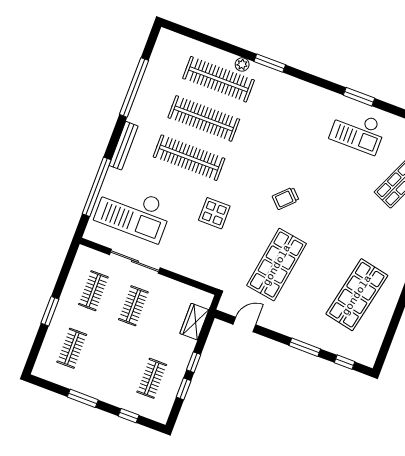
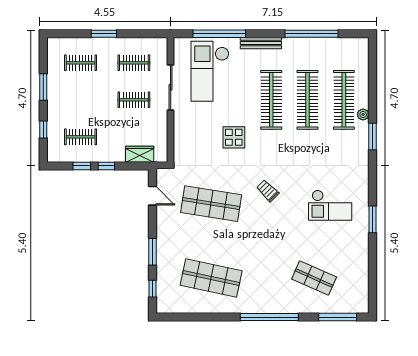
checkout: (358, 131) -> (330, 205), moved, turned -90

